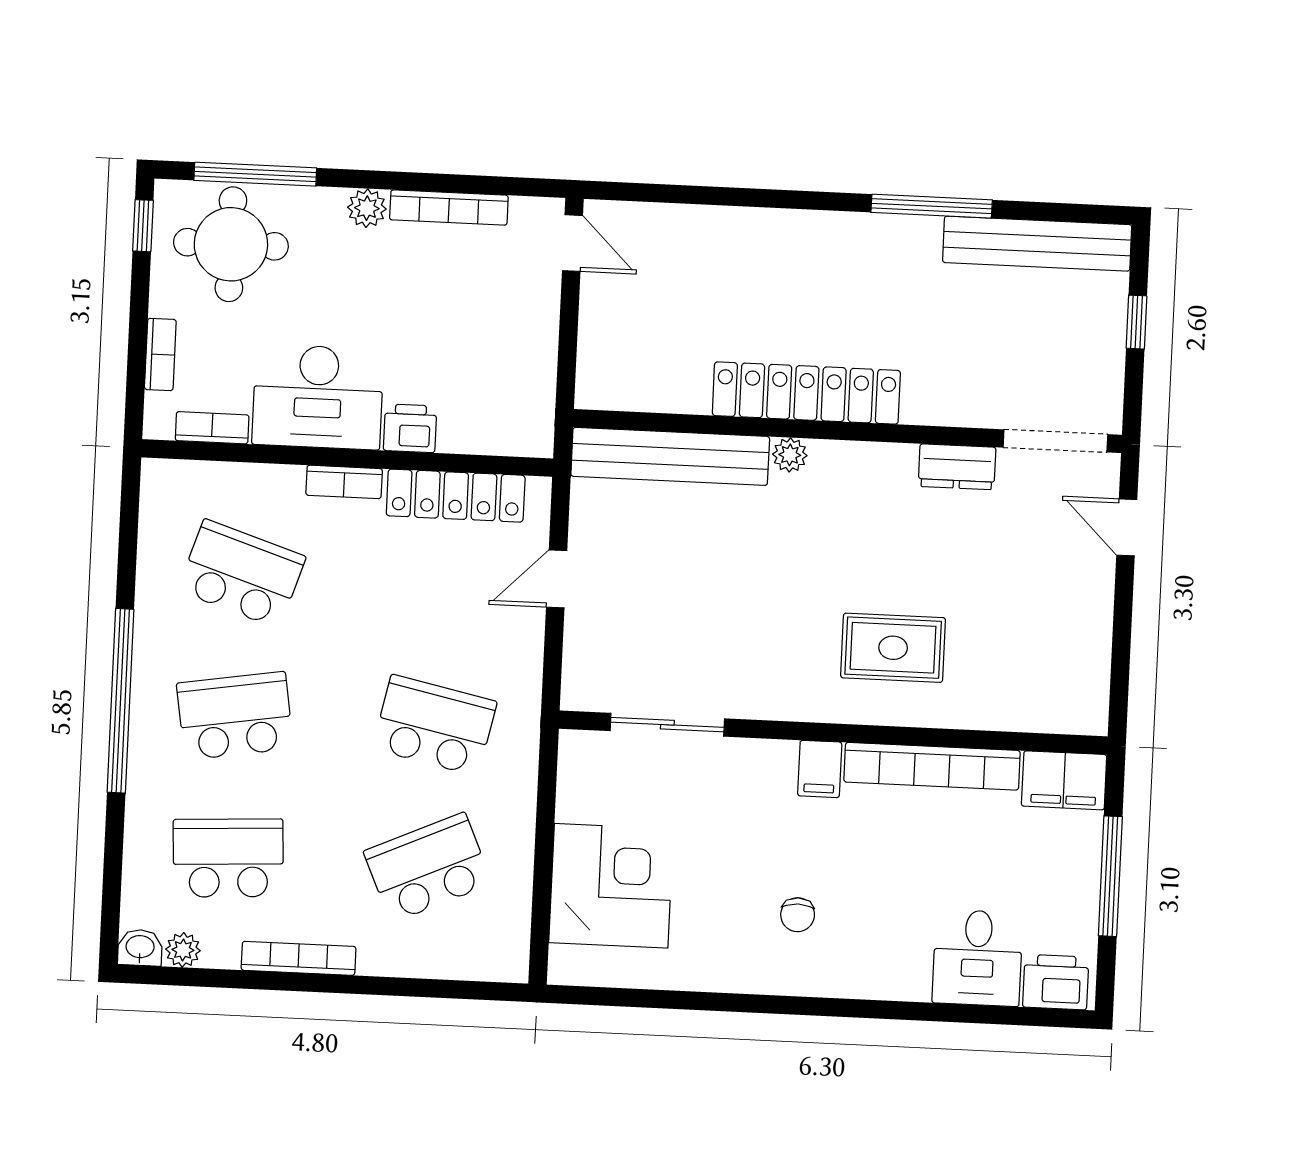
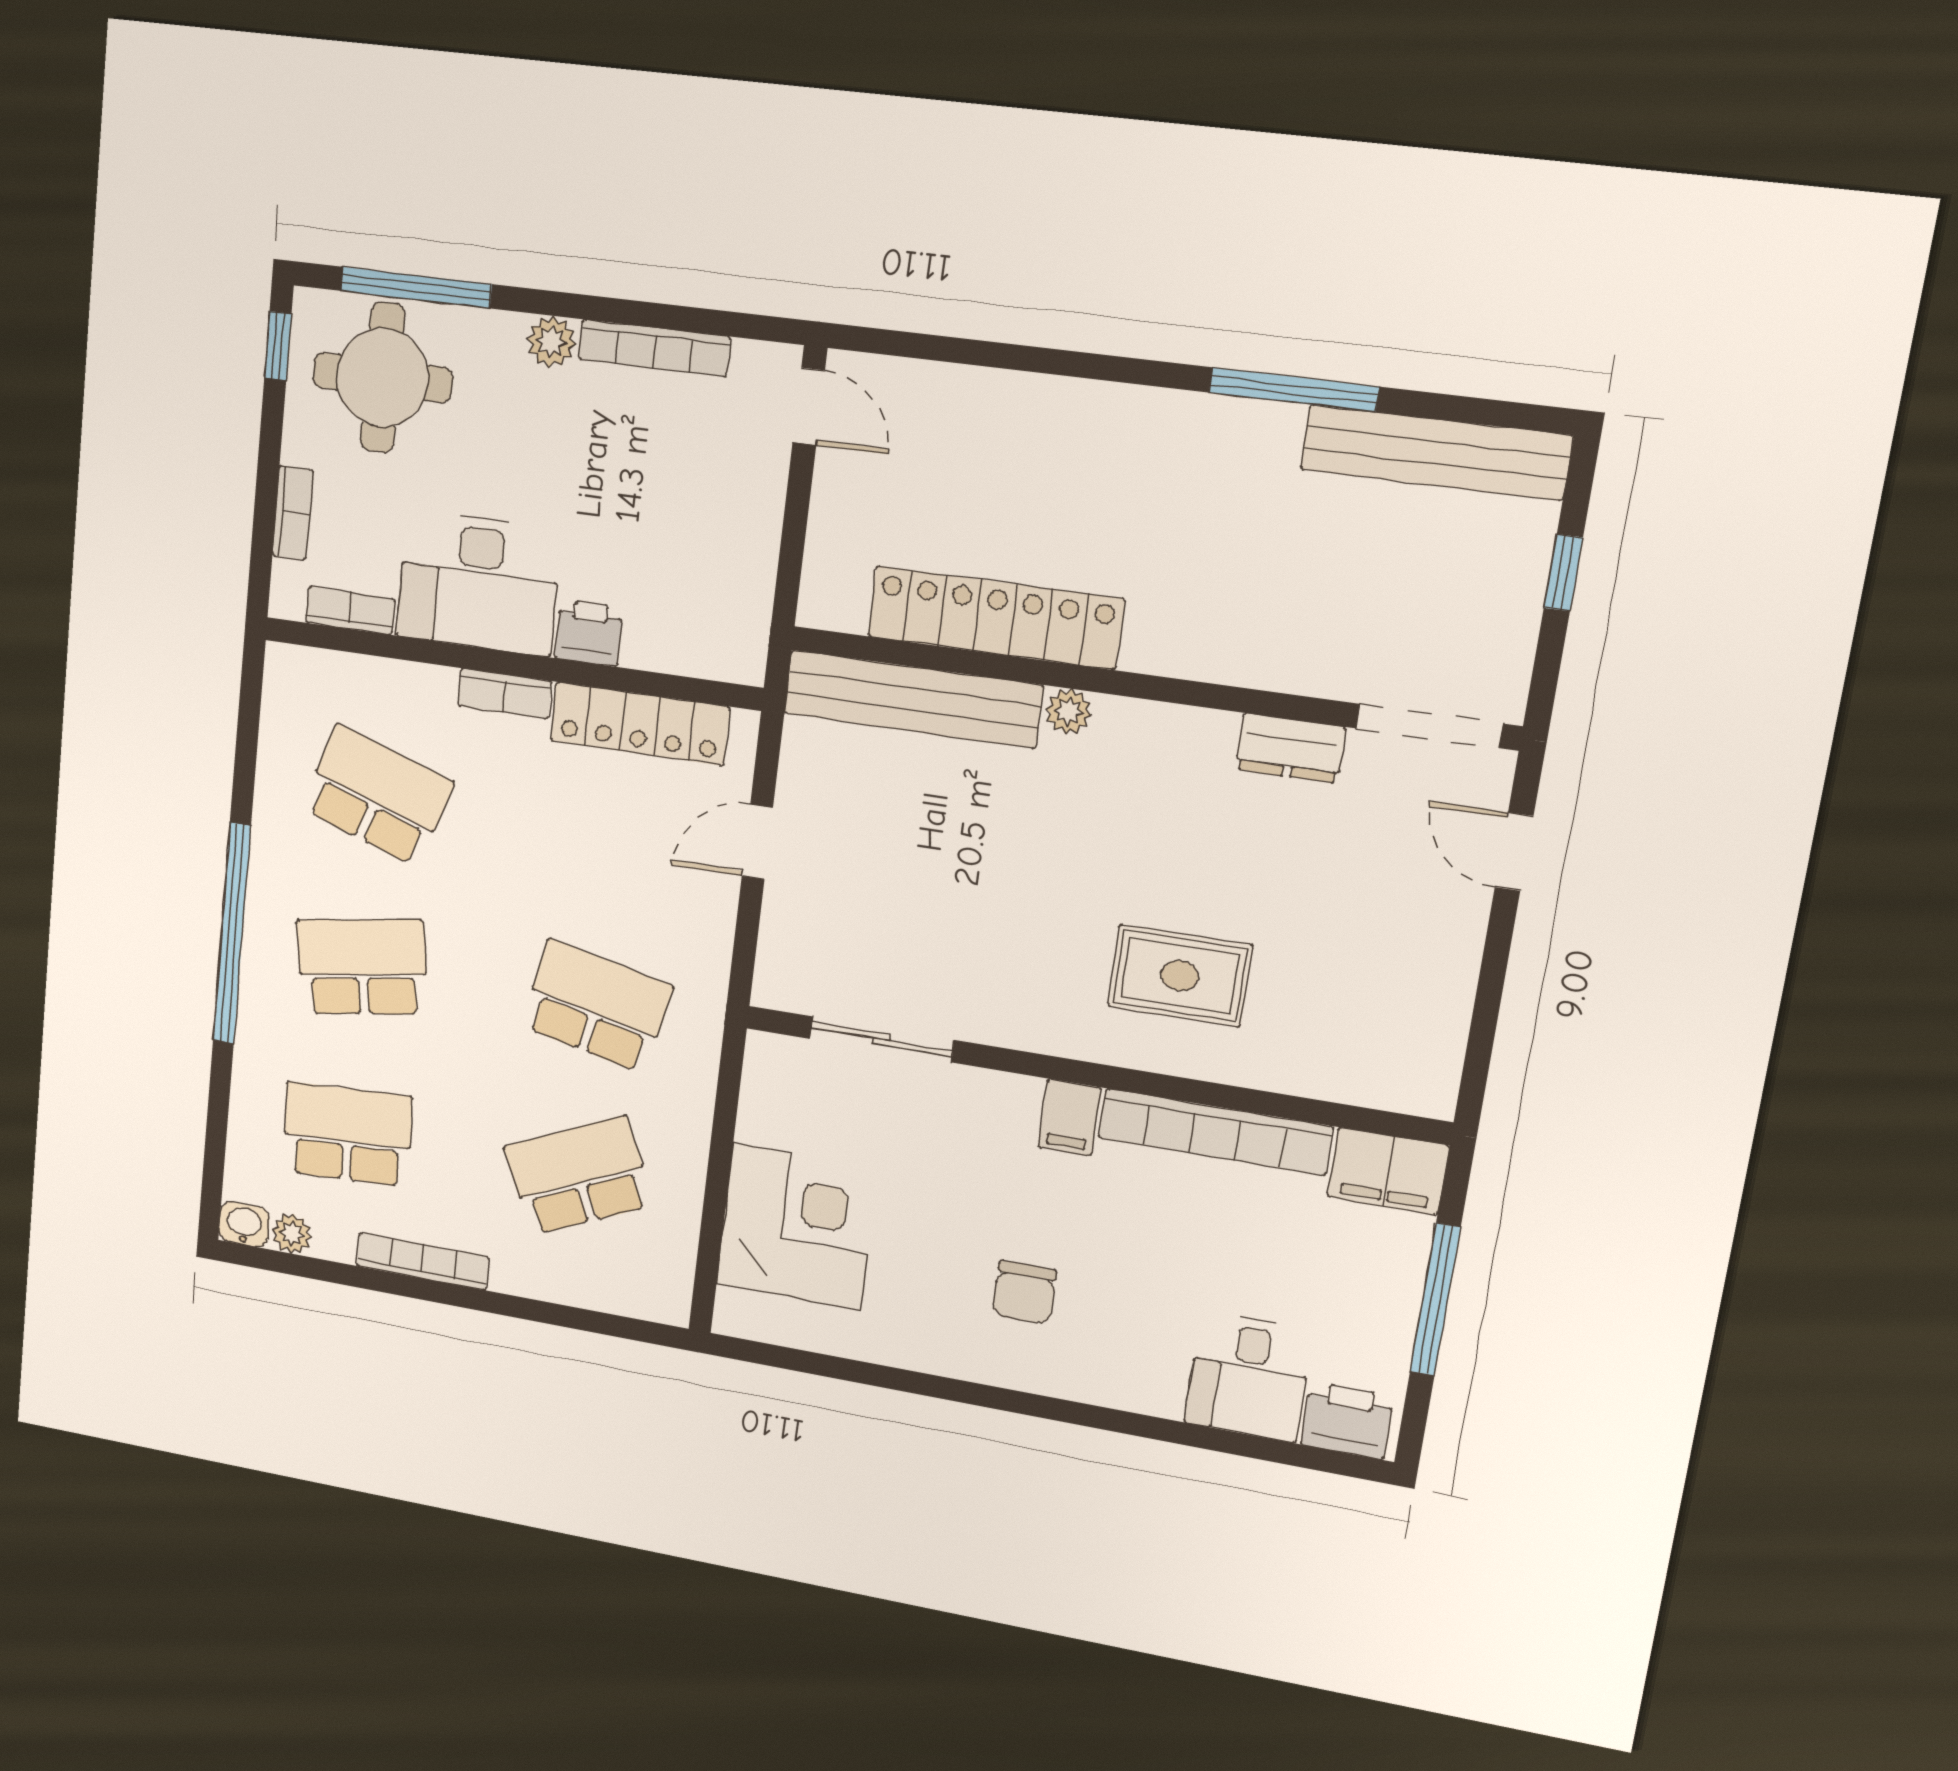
locker: (806, 393) -> (995, 618), moved
chair: (798, 915) -> (1024, 1293), width x1.37, depth x1.37

